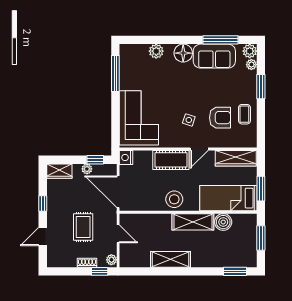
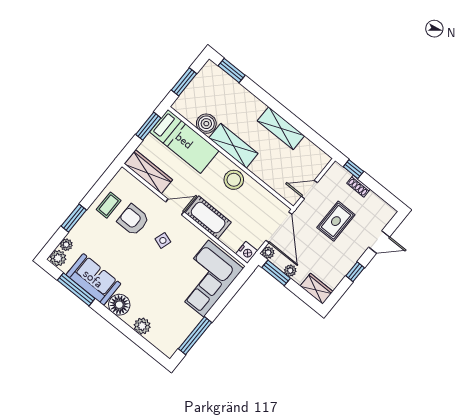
window: (95, 160) -> (276, 273), width x1.50
door: (118, 234) -> (309, 190), hinge flipped
plant: (111, 260) -> (268, 253), moved

